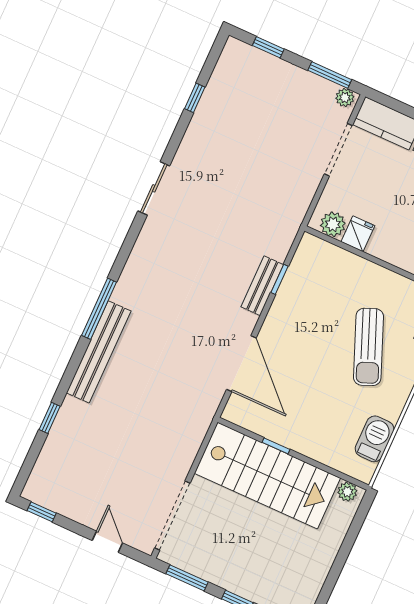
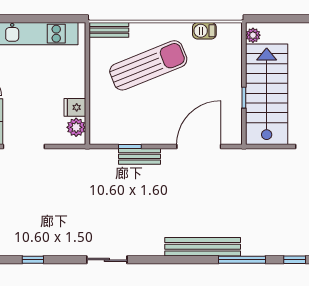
window: (99, 309) -> (242, 260), moved
sun lounger: (369, 347) -> (148, 65), width x1.36, depth x1.34
bench: (99, 352) -> (203, 247), moved
barbecue: (375, 439) -> (204, 31), width x0.73, depth x0.79

